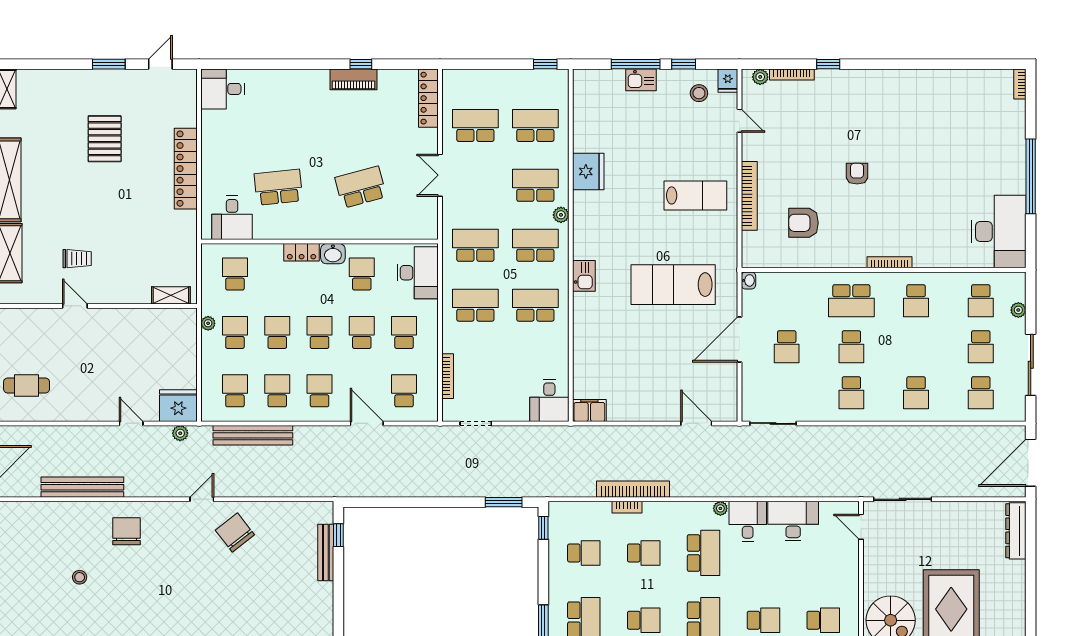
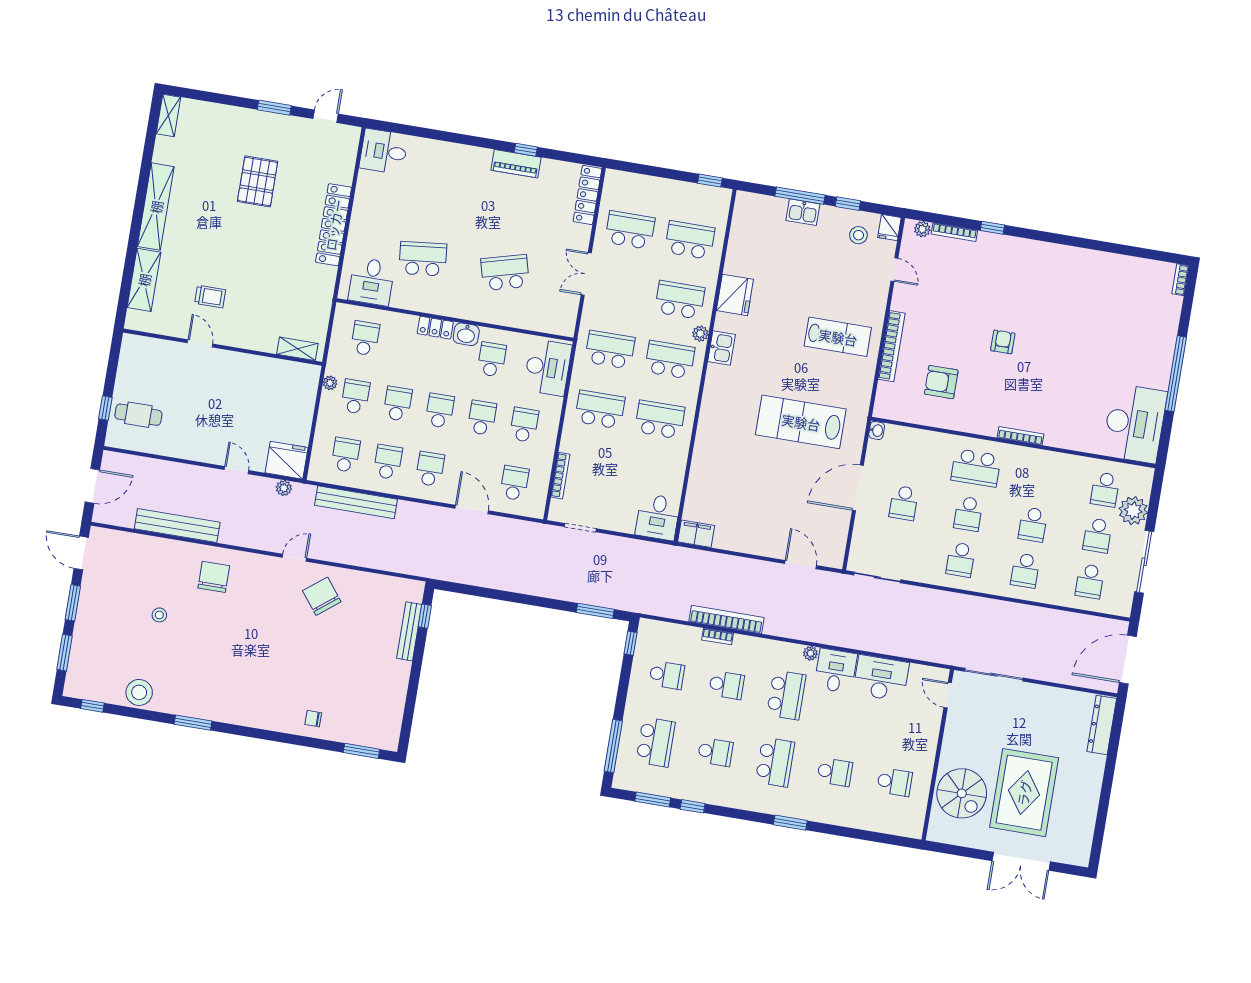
kitchen sink: (584, 276) -> (722, 348), moved
school desk: (916, 301) -> (1033, 525), moved
plant: (1018, 310) -> (1133, 511), width x1.88, depth x1.88

